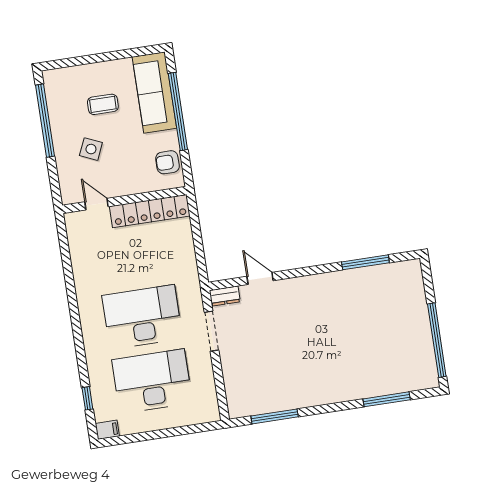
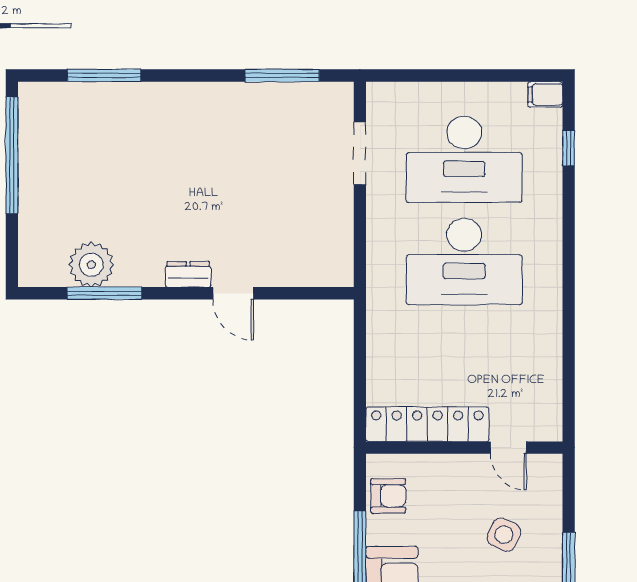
door: (260, 278) -> (233, 293), moved
plant: (376, 279) -> (91, 265), added
dresser: (225, 296) -> (188, 274), moved
doorway: (212, 331) -> (360, 153), moved

